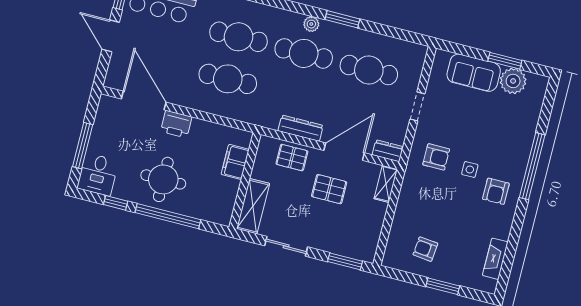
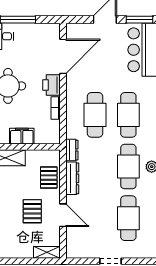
bookcase: (206, 126) -> (56, 108), added
dresser: (388, 151) -> (72, 150), moved
door: (344, 152) -> (63, 215), width x0.73
filing cabinet: (235, 162) -> (22, 136), moved

